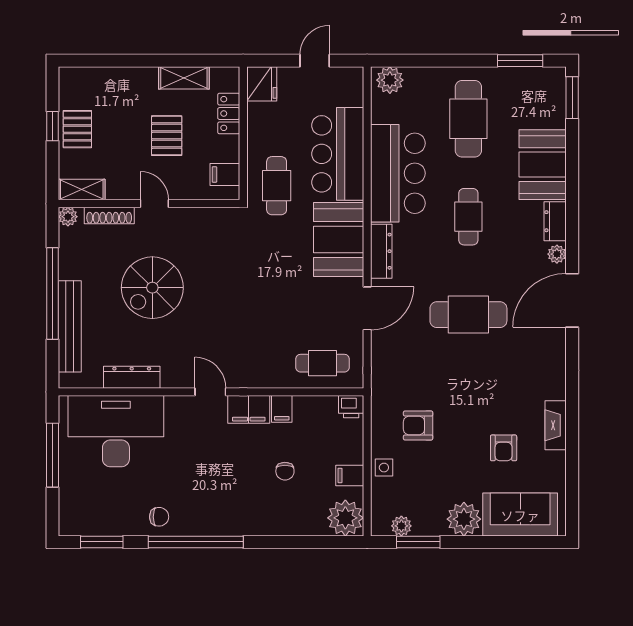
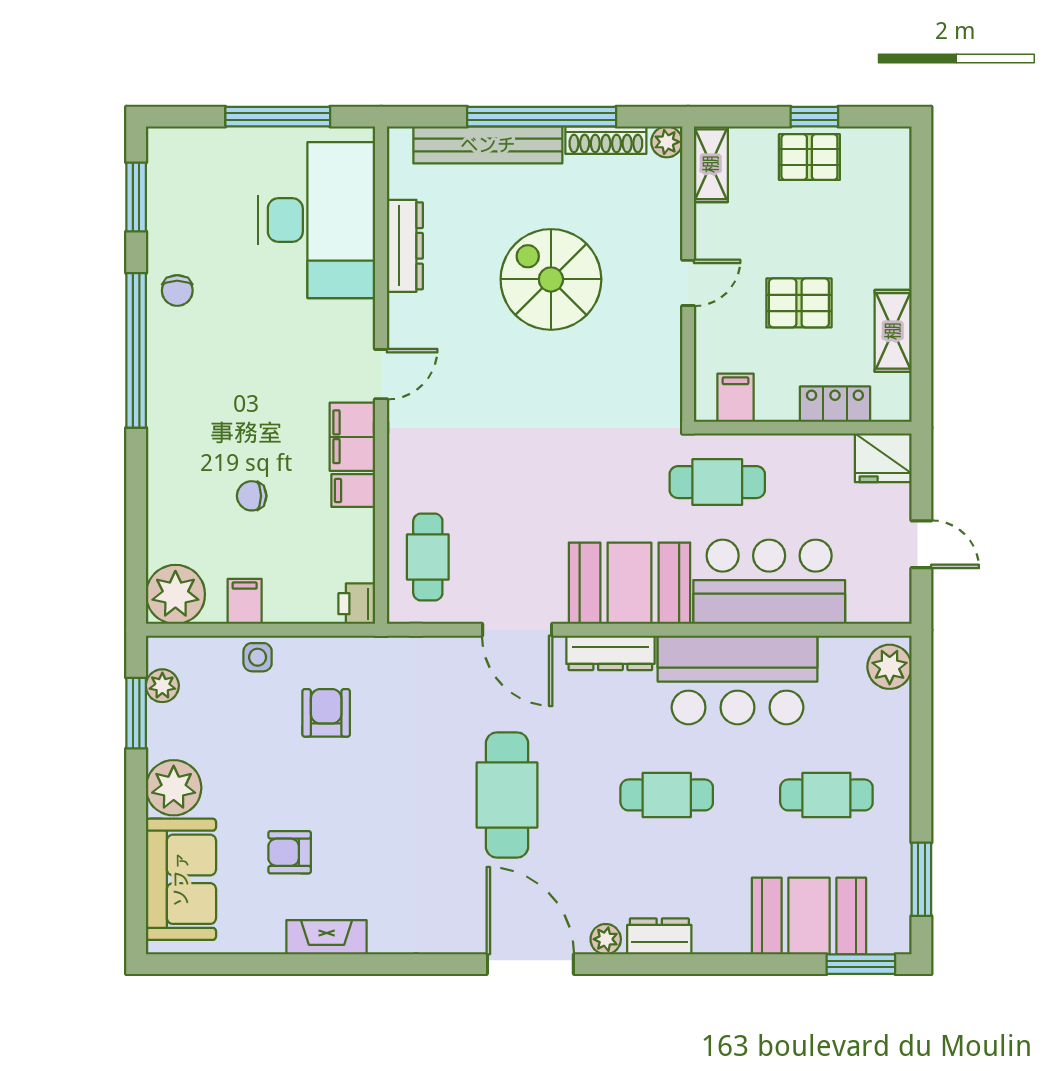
cafe table: (468, 119) -> (826, 795), width x0.73, depth x0.74
booth: (543, 165) -> (809, 916), moved
shoe rack: (109, 216) -> (606, 140), moved, turned -90

